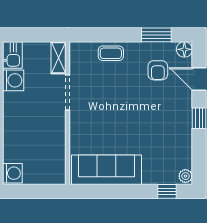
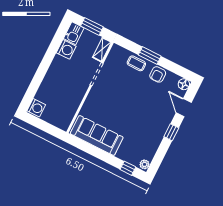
window: (31, 35) -> (92, 26), added
window: (156, 35) -> (150, 56), moved
armchair: (158, 70) -> (158, 74), moved

